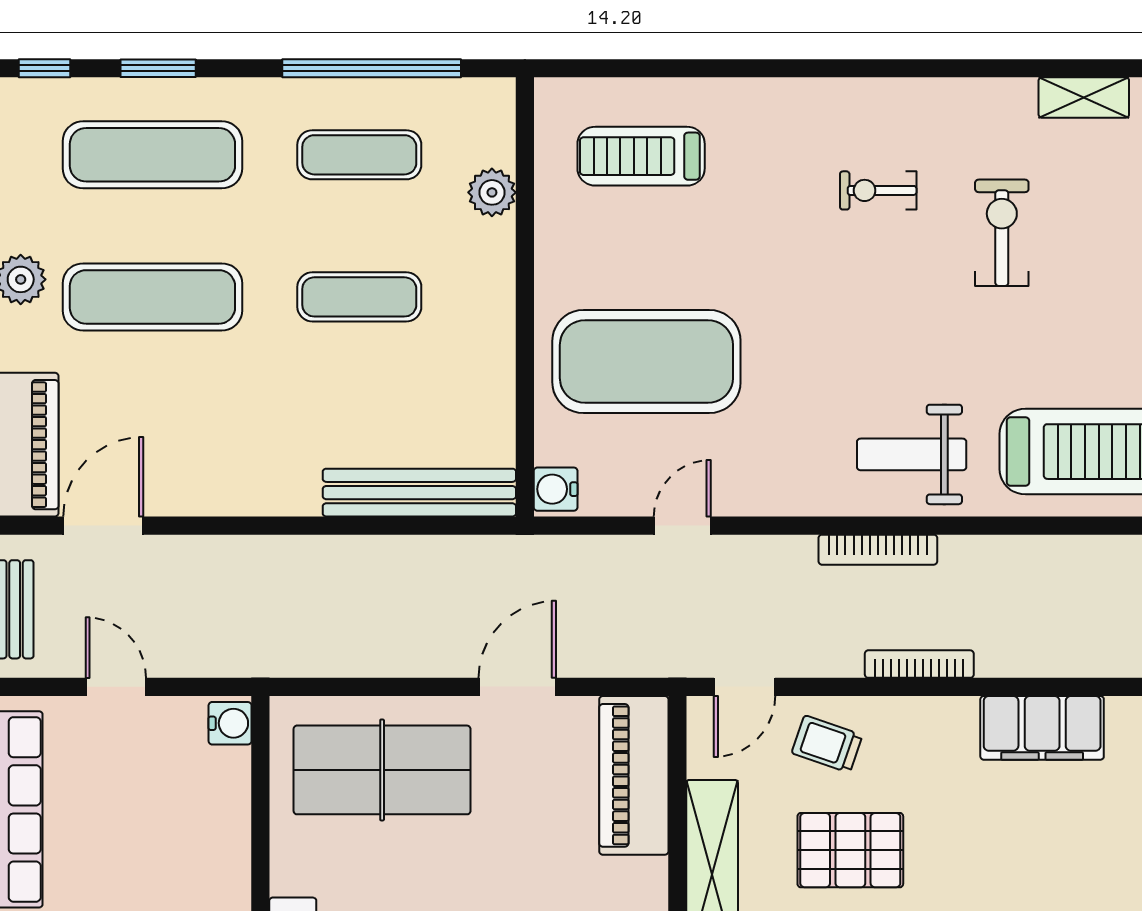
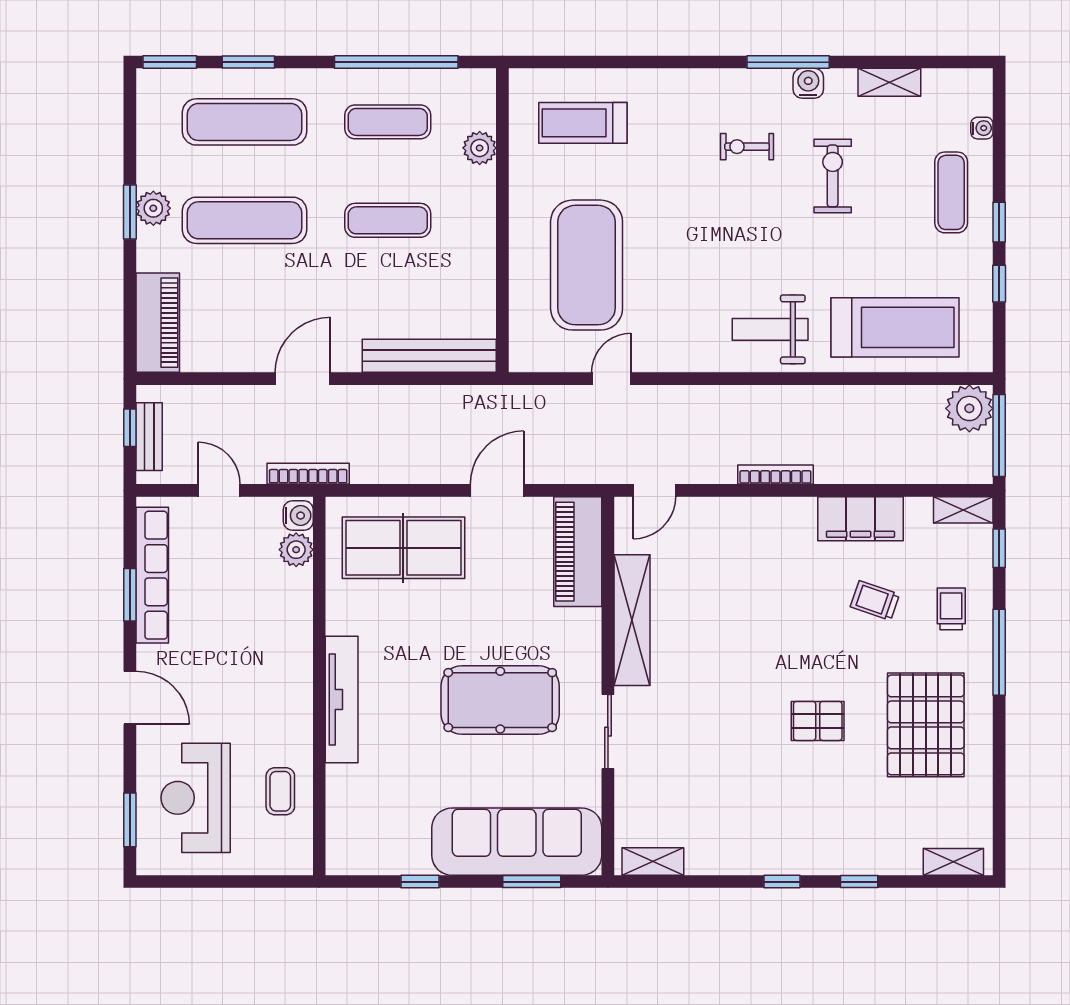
window: (45, 68) -> (170, 62), width x1.50
window: (938, 68) -> (788, 62), added
exercise mat: (646, 362) -> (587, 265), turned 90
water cooler: (556, 489) -> (808, 83), moved, turned 90
door: (103, 526) -> (303, 379), moved
bookcase: (878, 550) -> (308, 474), moved, turned 180
trolley: (827, 744) -> (875, 601), moved
plant: (227, 773) -> (296, 550), added
pallet: (850, 850) -> (728, 603), removed

